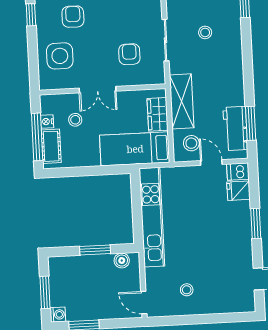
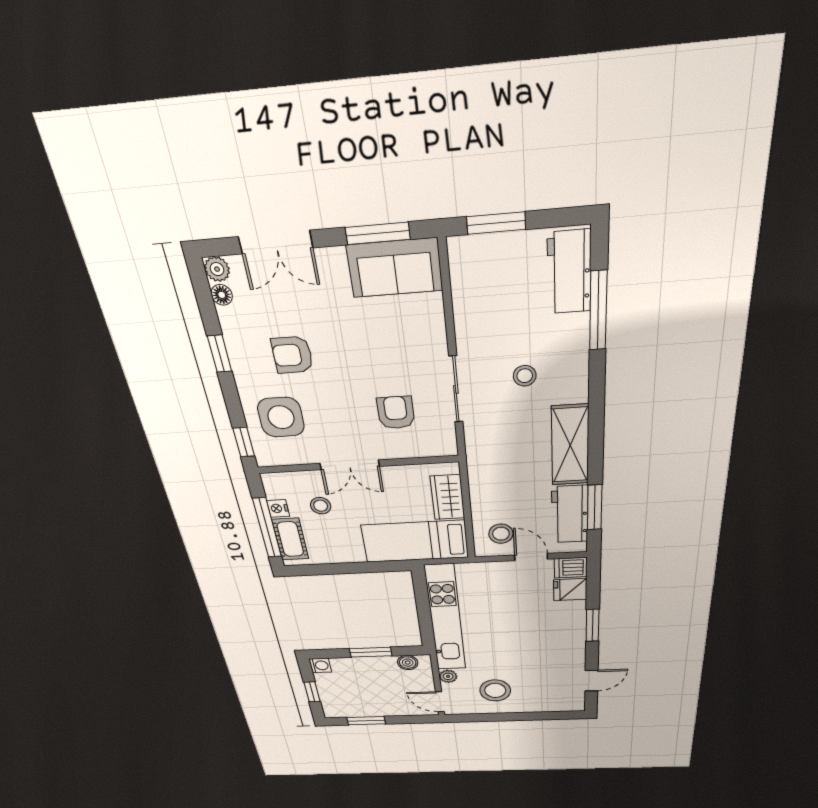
armchair: (73, 17) -> (292, 355), turned -90
window: (34, 72) -> (244, 442), added
shelving: (182, 101) -> (570, 445), moved
plant: (151, 275) -> (448, 676), added
stool: (187, 290) -> (495, 690), width x1.89, depth x1.89
window: (45, 292) -> (312, 692), width x0.67
washing machine: (58, 315) -> (320, 665), moved

